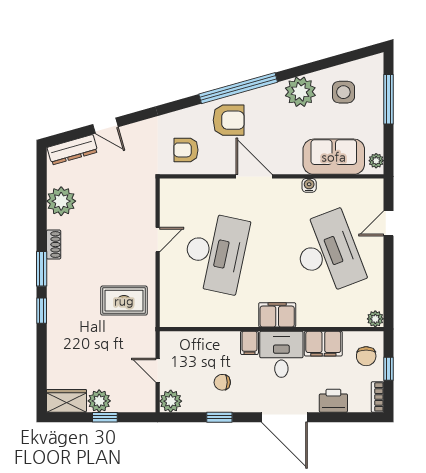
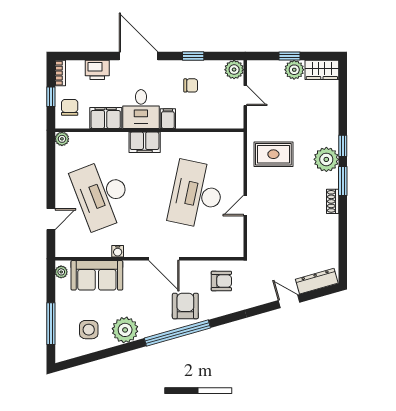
armchair: (229, 120) -> (185, 306), turned 90
plant: (61, 201) -> (326, 159), moved

